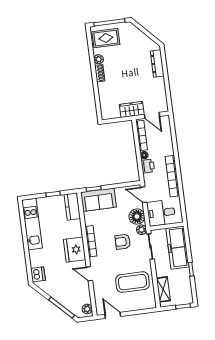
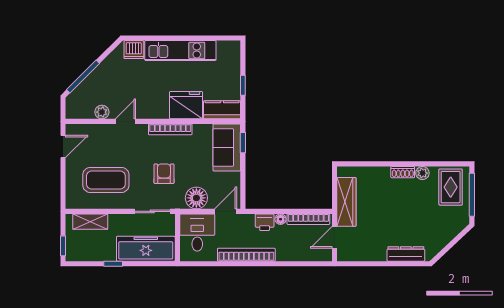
wardrobe: (132, 110) -> (346, 202), width x1.50
kitchen unit: (32, 224) -> (180, 50), moved
plant: (142, 230) -> (177, 202), removed
fridge: (75, 250) -> (186, 105), moved
coffee table: (132, 282) -> (106, 180), turned 90
plant: (87, 309) -> (102, 112), moved

